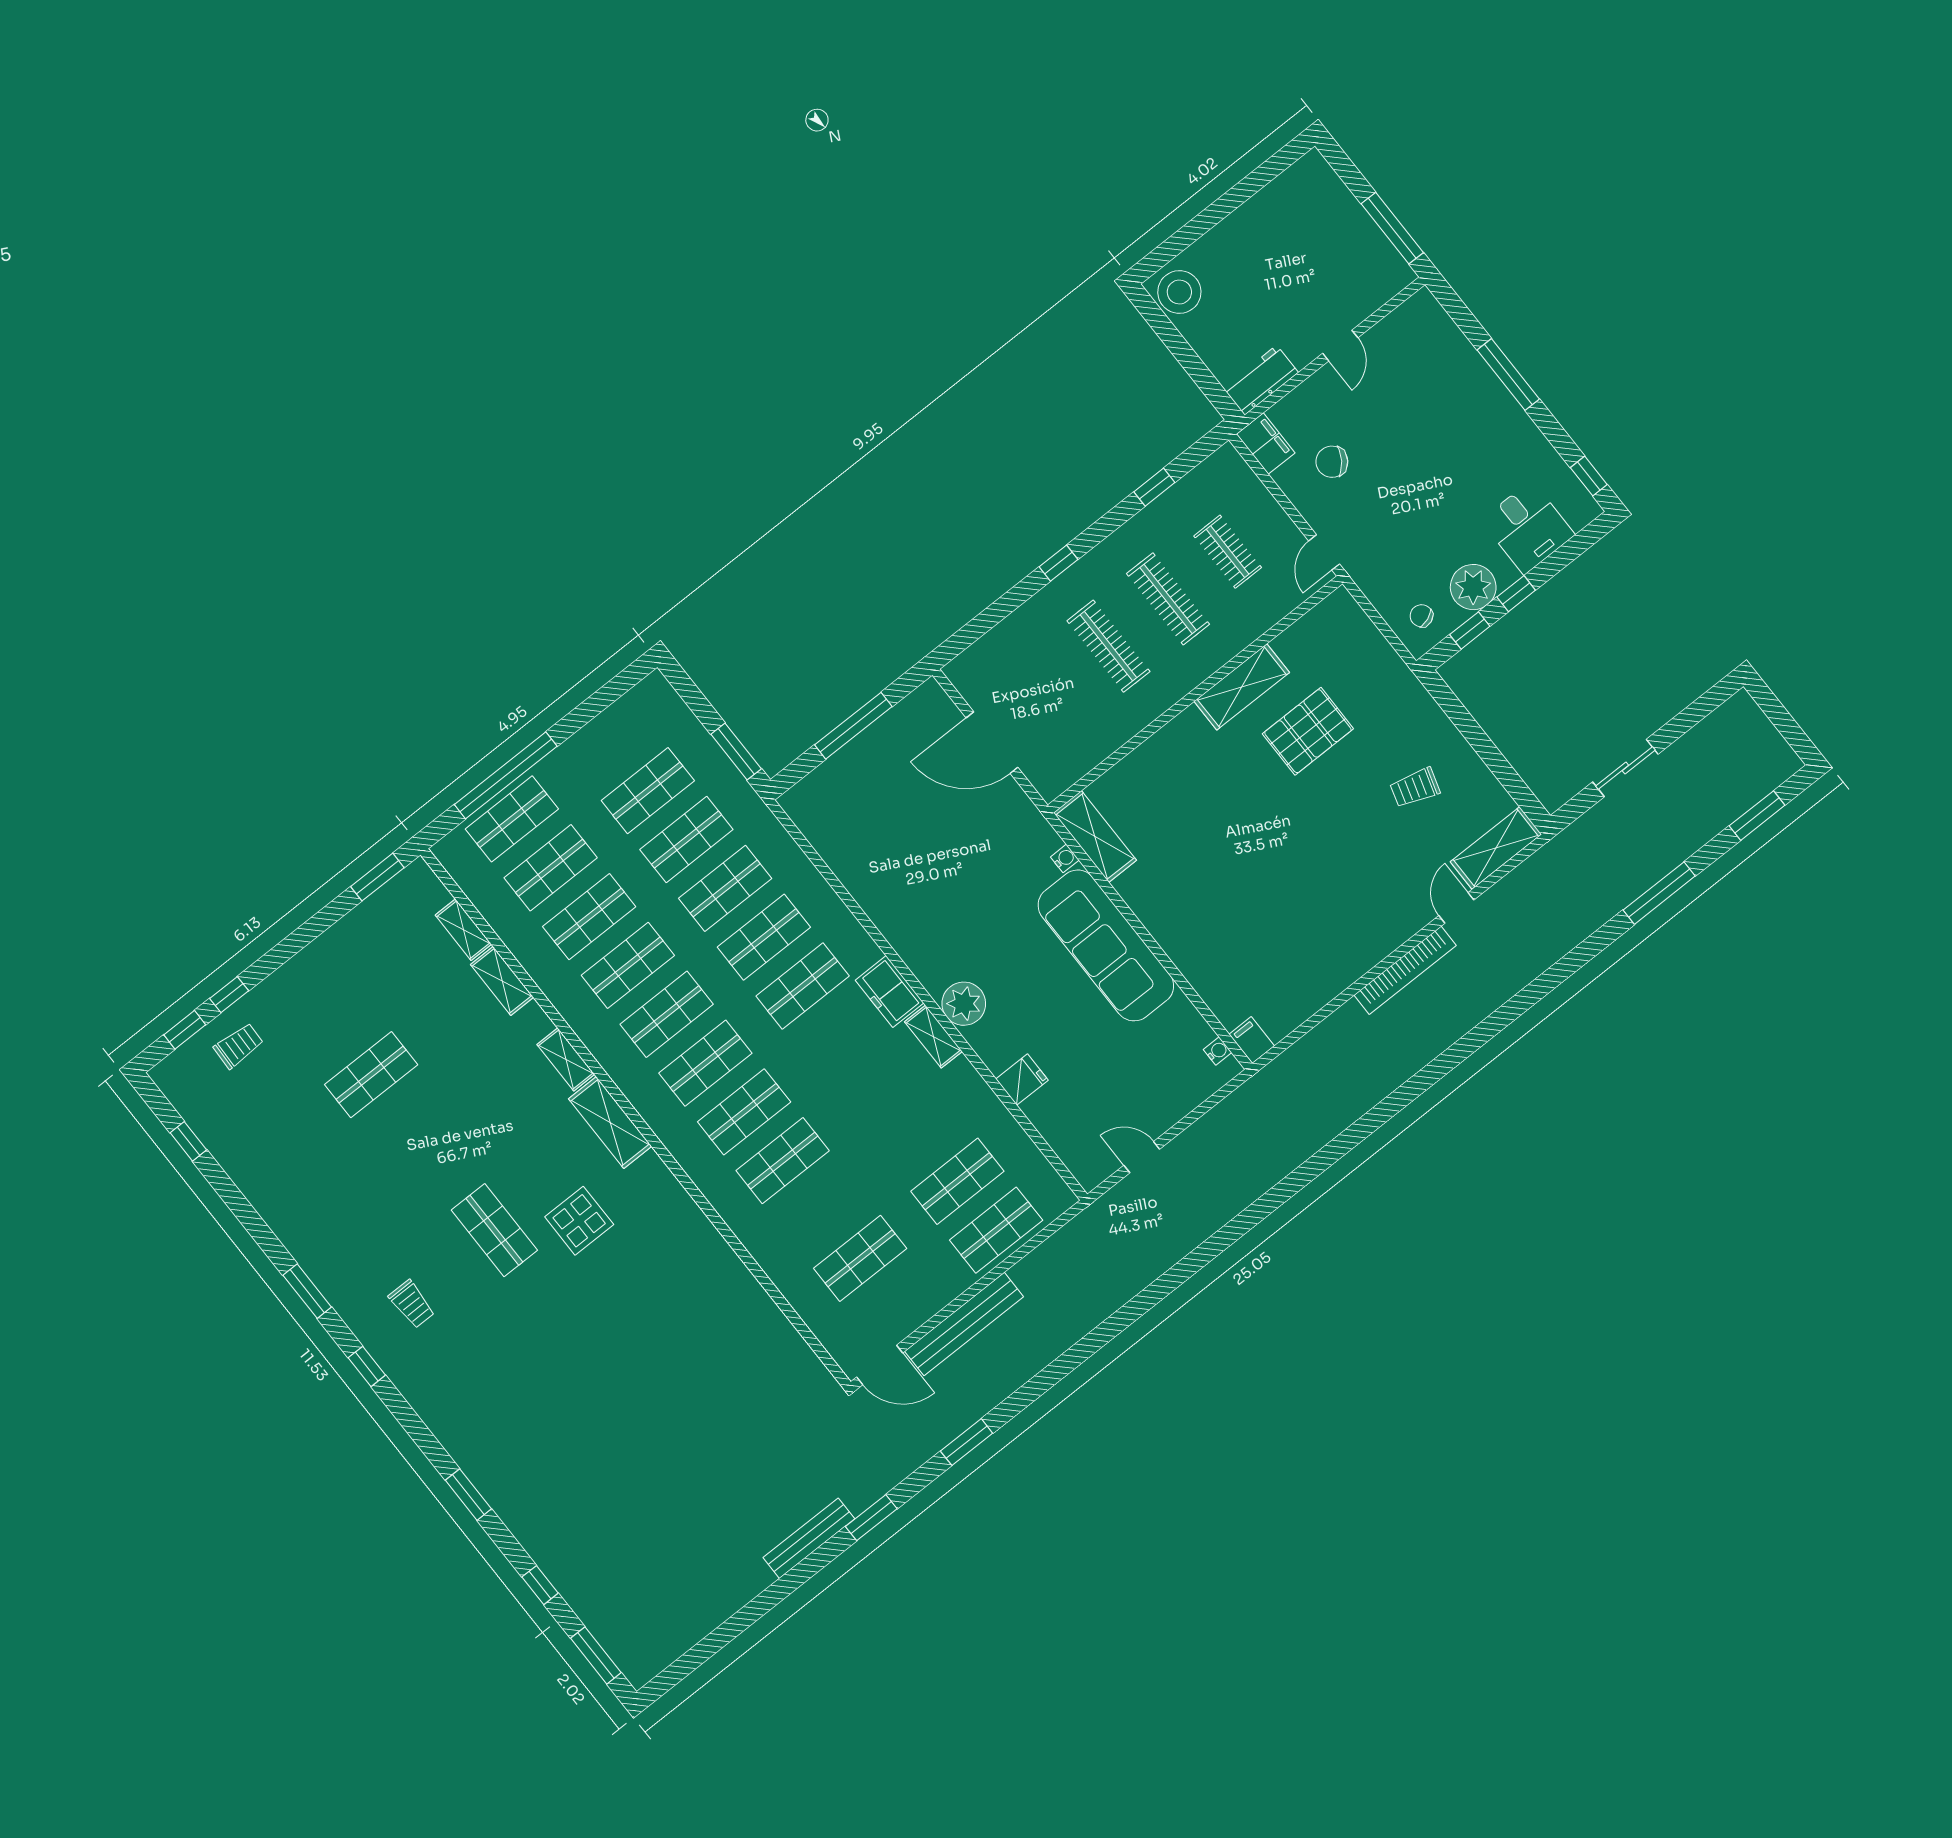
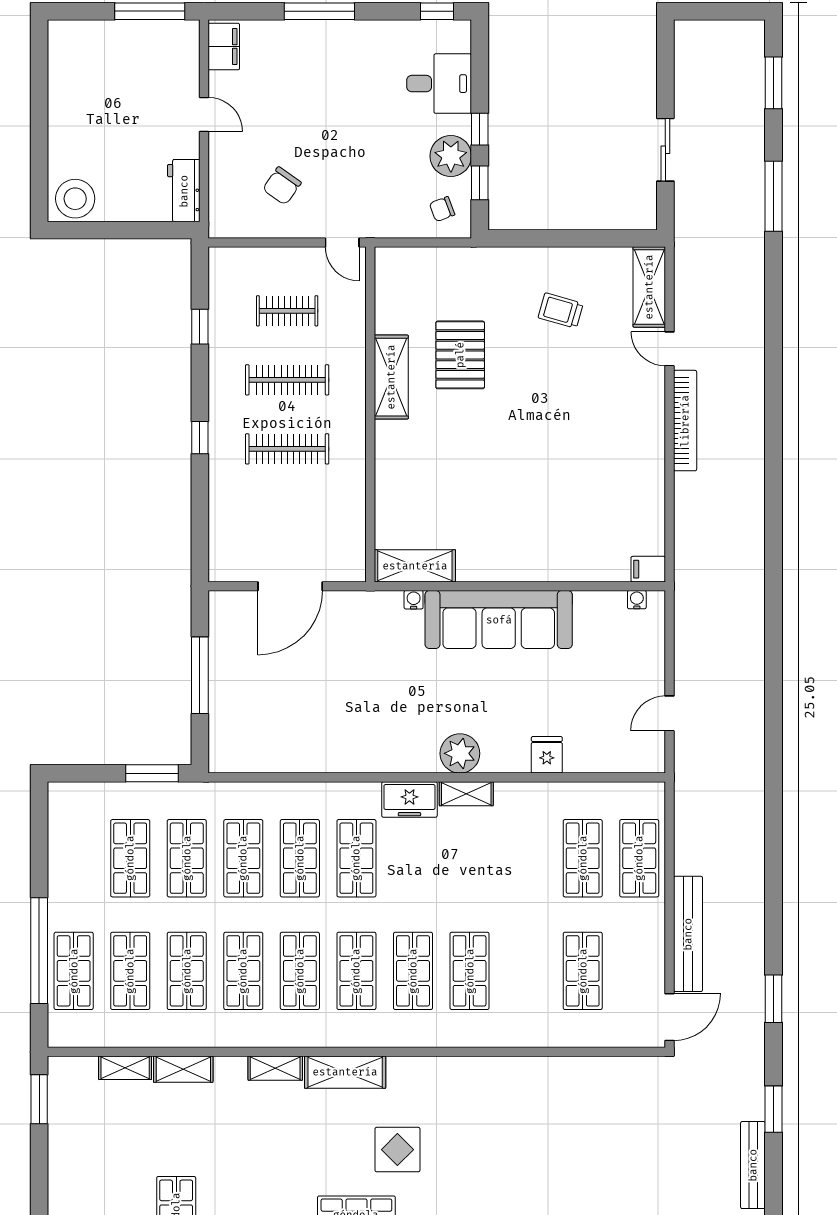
filing cabinet: (1266, 444) -> (224, 47), moved, turned 90
trolley: (1415, 788) -> (561, 311), turned 89

